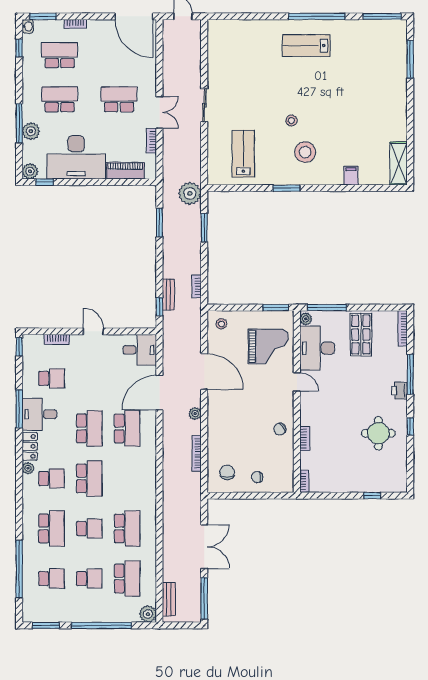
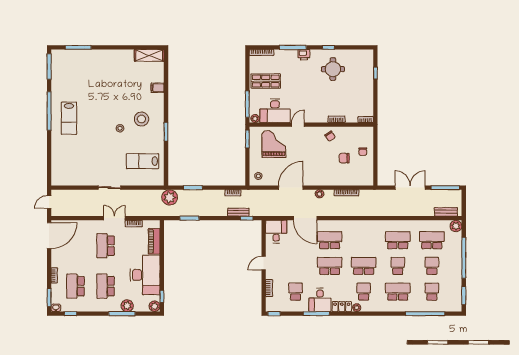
chair: (227, 472) -> (344, 158), moved

